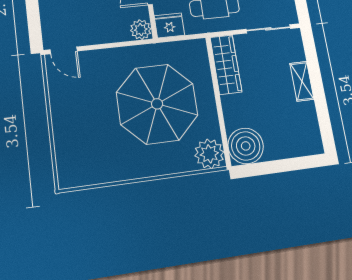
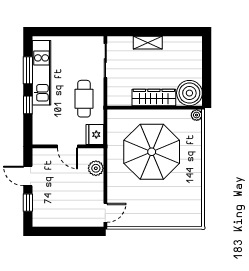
plant: (141, 30) -> (96, 168), moved
wardrobe: (226, 65) -> (154, 97), moved
plant: (209, 154) -> (197, 115), width x0.53, depth x0.53

